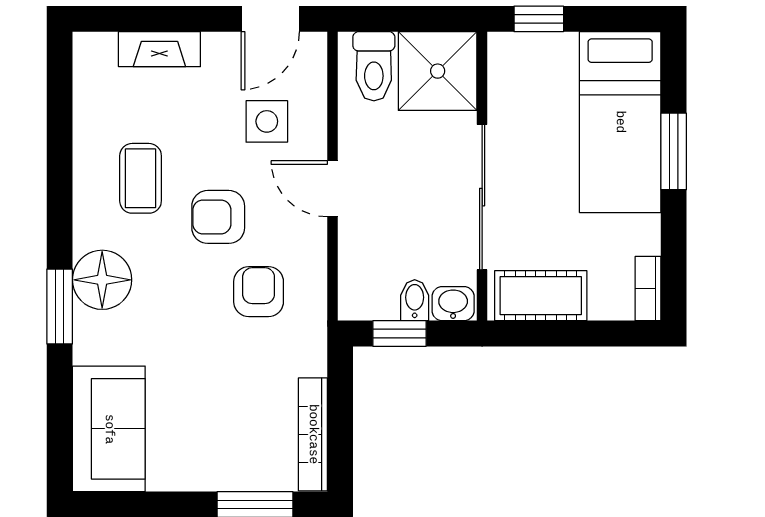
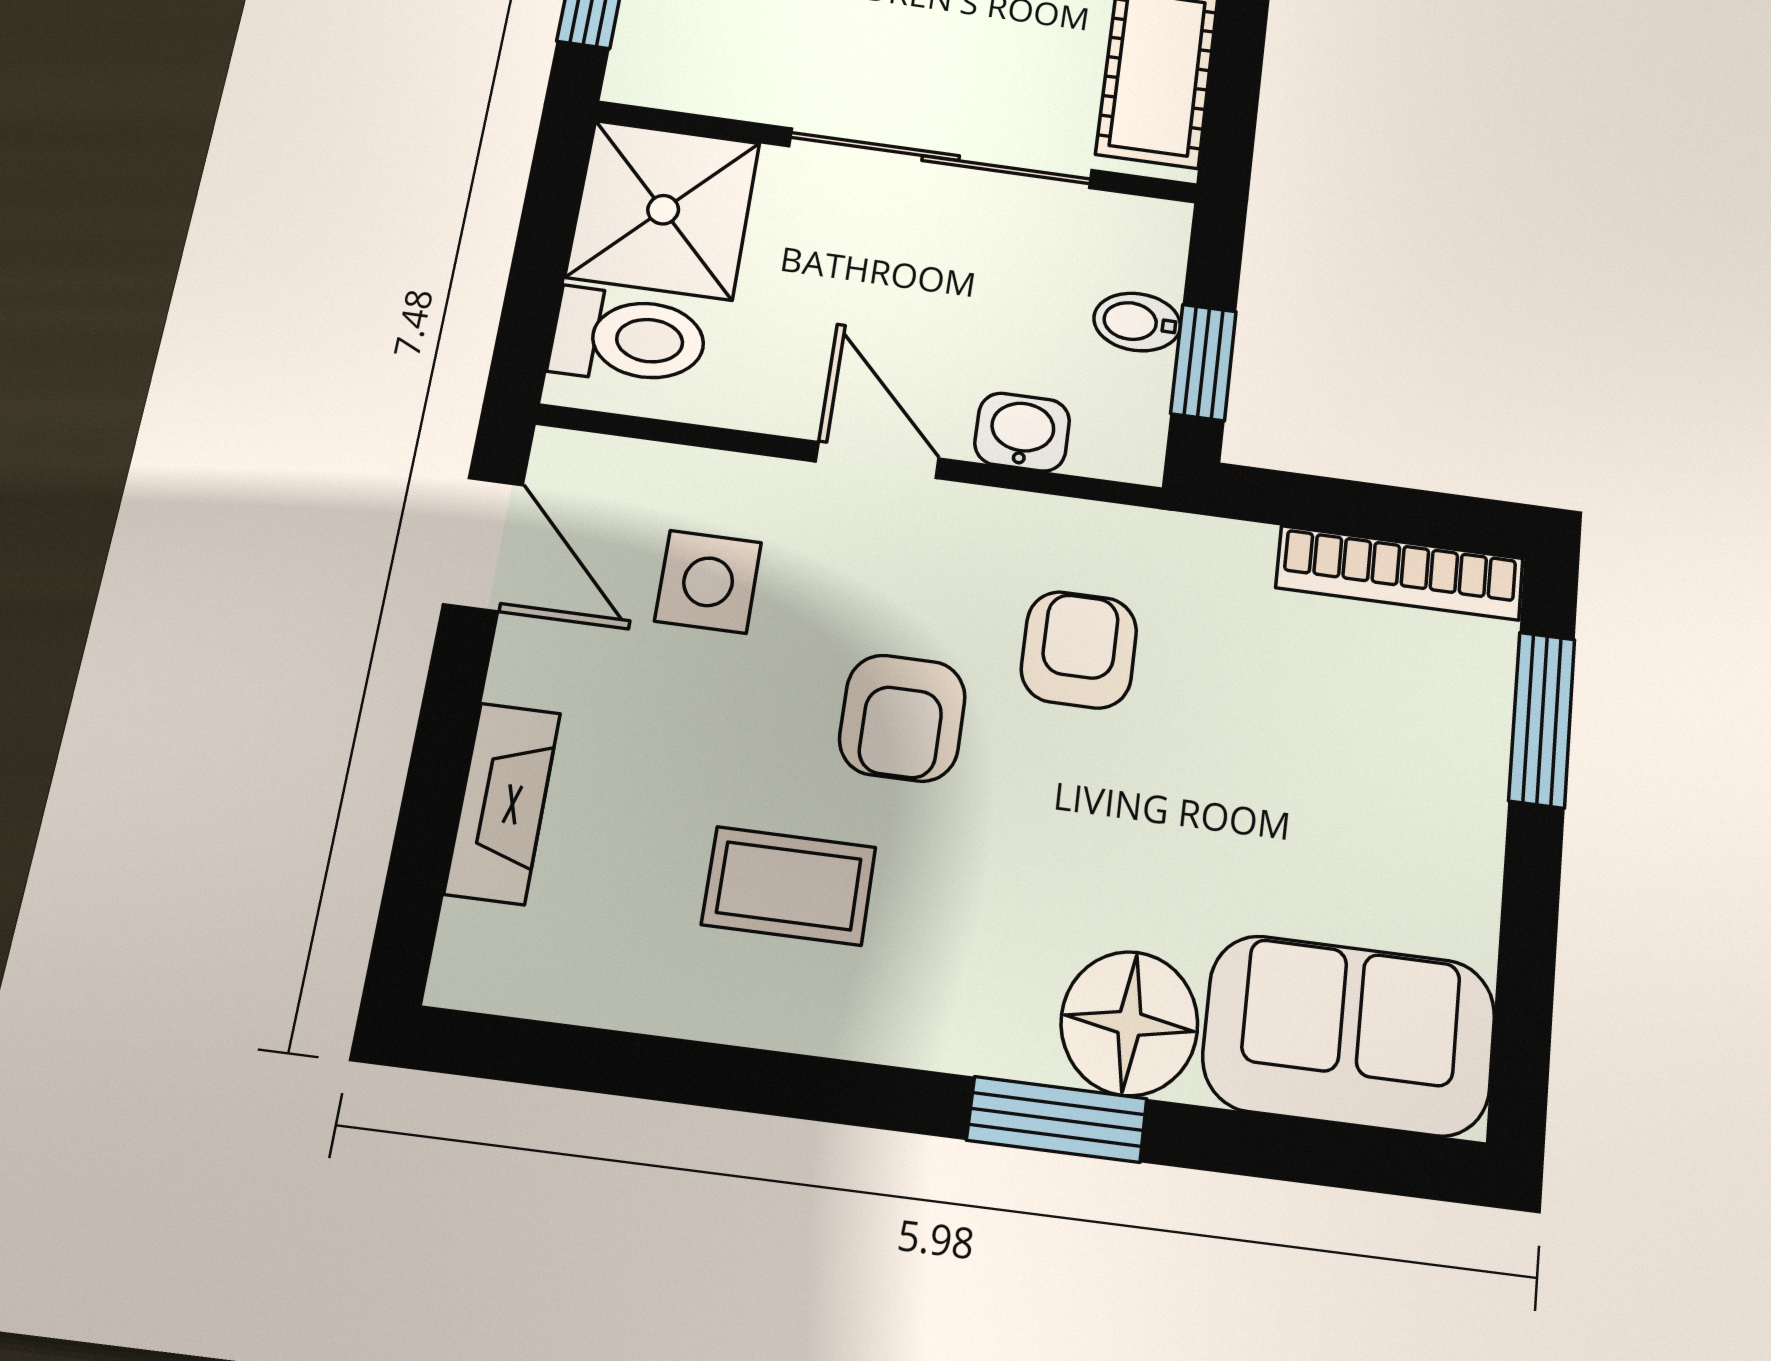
door: (332, 189) -> (877, 460), swing flipped
floor lamp: (102, 280) -> (1129, 1023), moved
armchair: (259, 292) -> (1079, 650), turned 90
washbasin: (453, 304) -> (1022, 432), moved, turned 90

